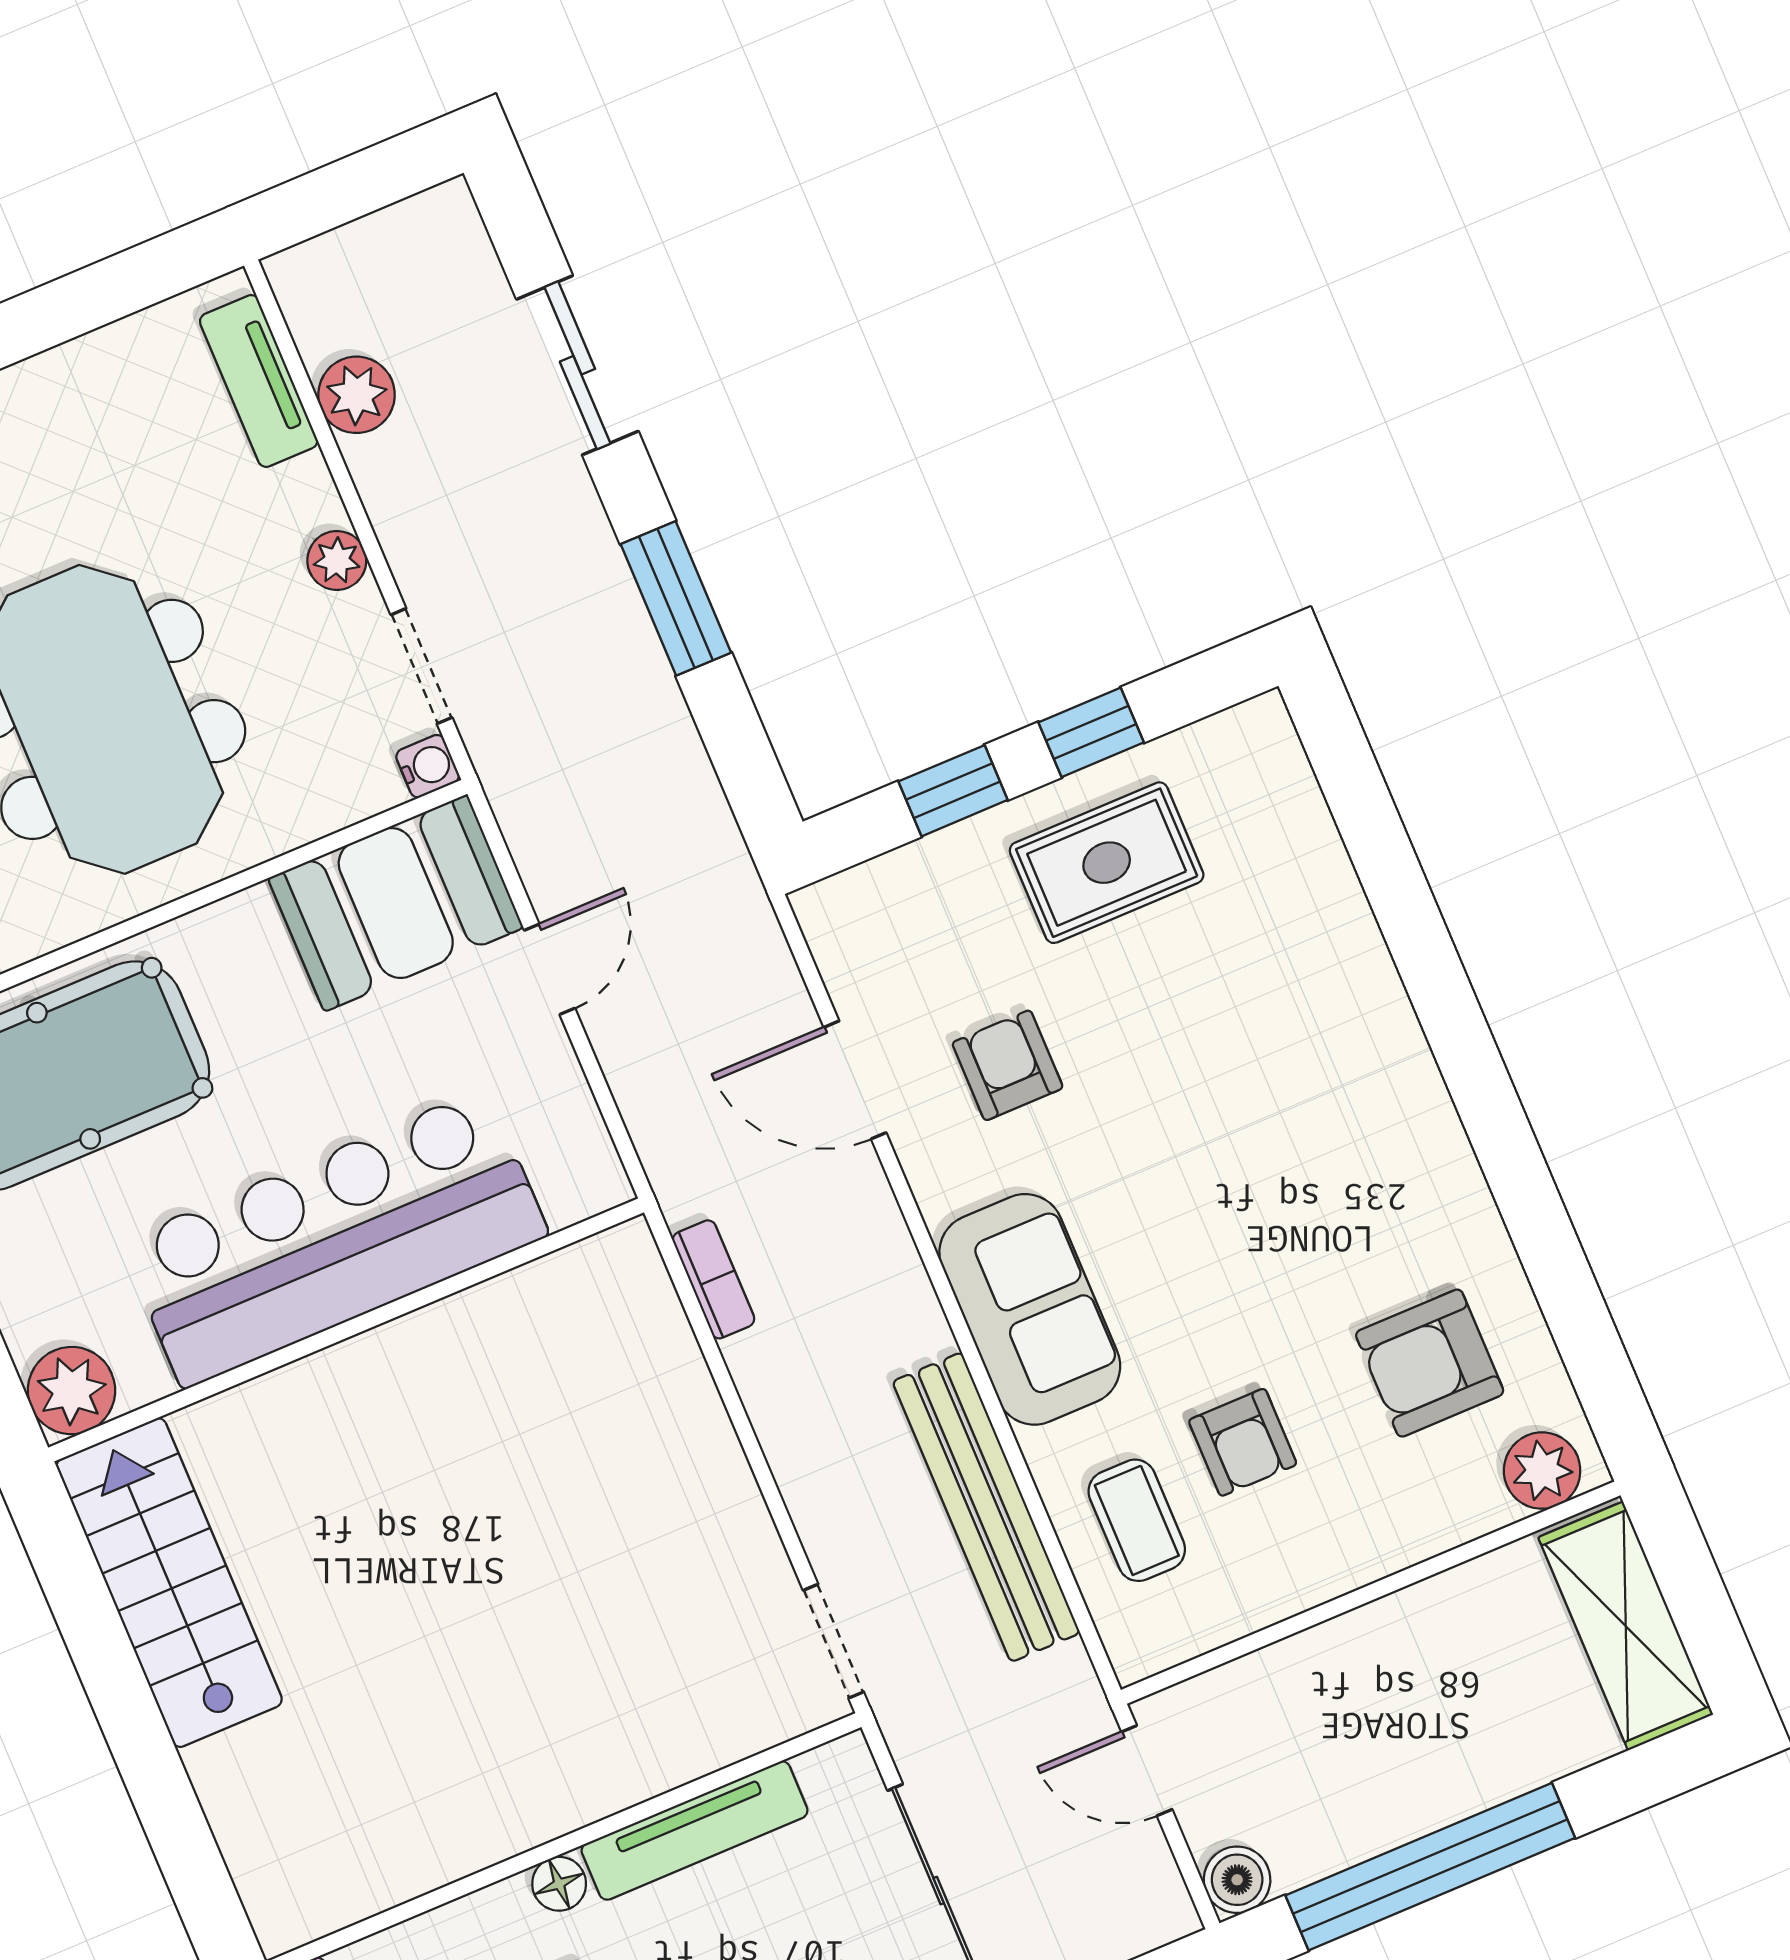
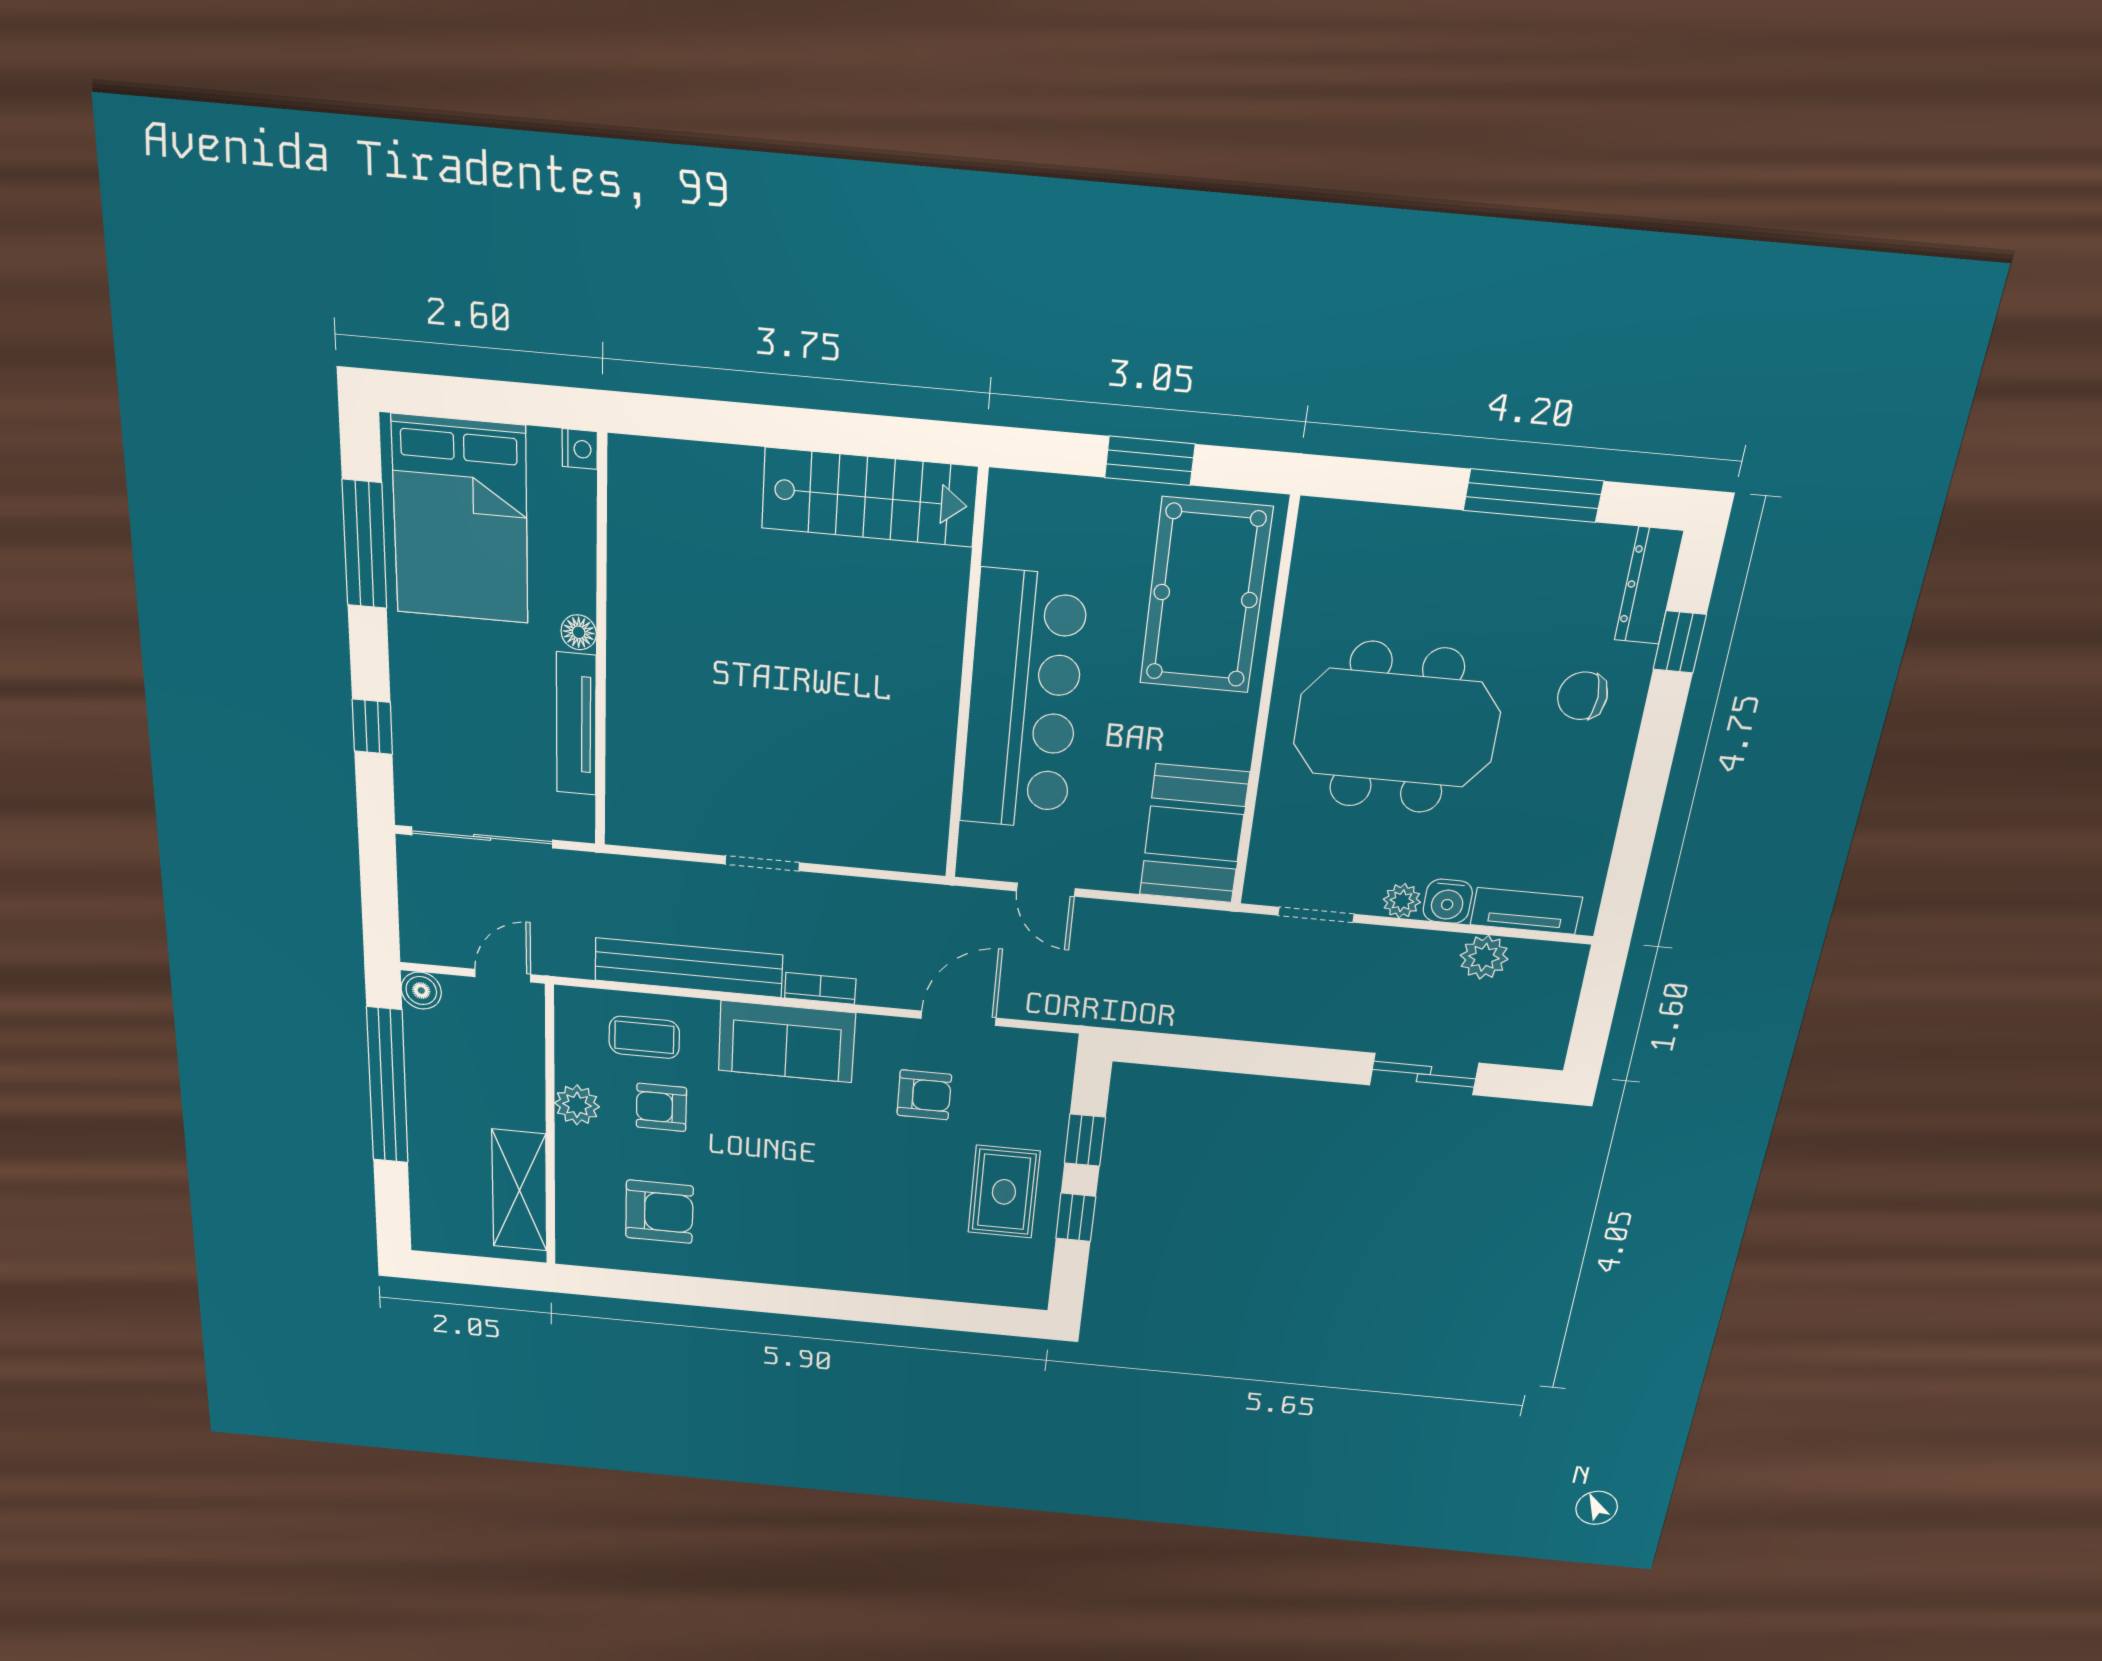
window: (676, 598) -> (1270, 1060), removed
water cooler: (428, 766) -> (1448, 901), moved, width x1.38, depth x1.38
door: (550, 969) -> (1046, 890), moved
bookcase: (714, 1279) -> (820, 988), moved, turned 180
armchair: (1430, 1363) -> (659, 1212), turned 90
plant: (71, 1391) -> (1016, 500), removed
plant: (1542, 1471) -> (577, 1105), moved
shelving: (1626, 1626) -> (519, 1191), moved, turned 90
doorway: (833, 1641) -> (762, 863), moved

